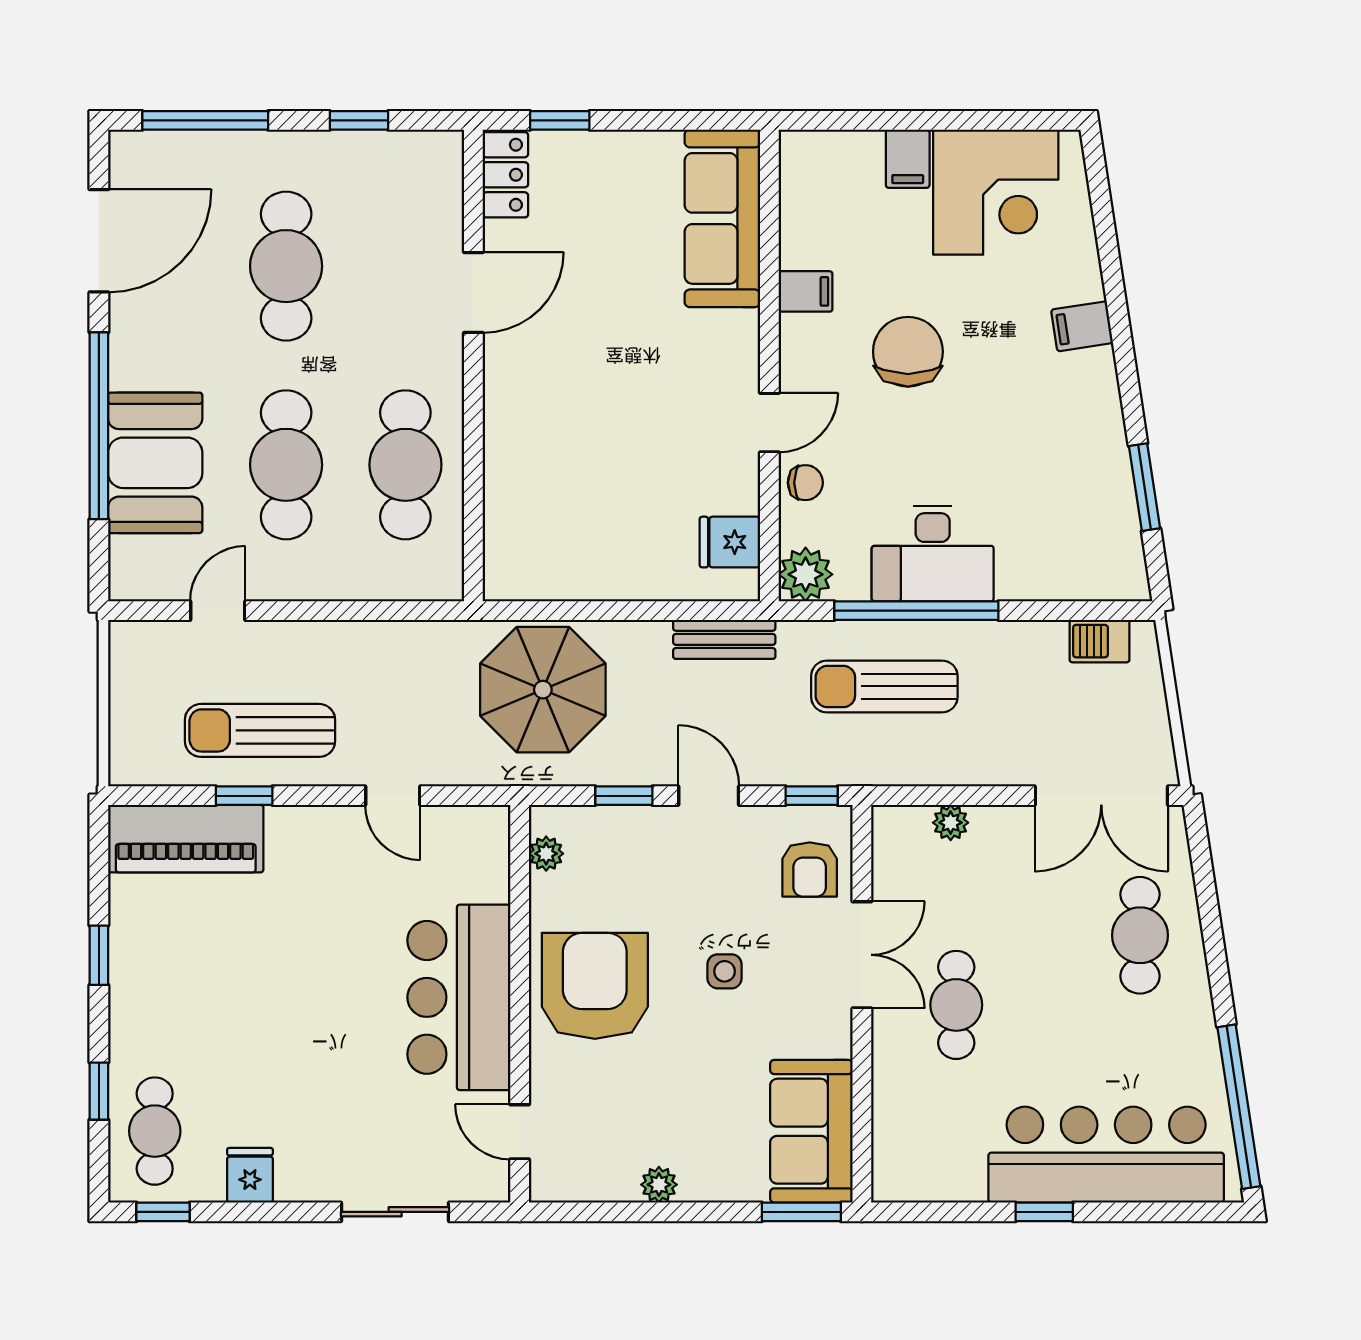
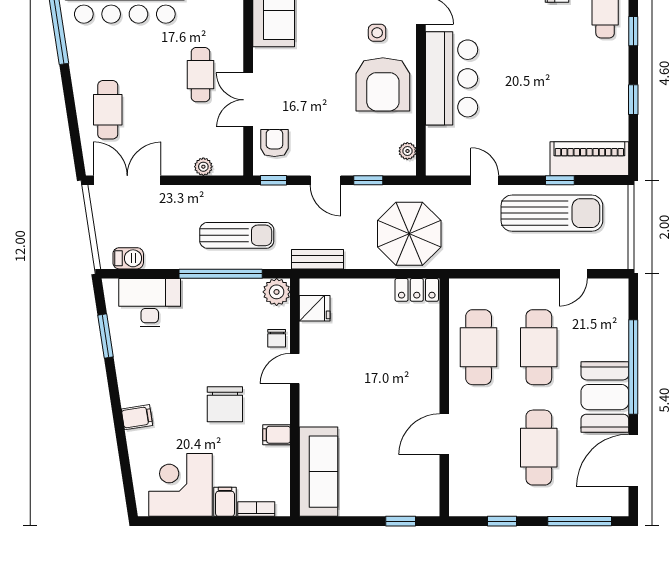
bookcase: (846, 144) -> (256, 509), added
locker: (505, 175) -> (417, 290), moved, turned -90
booth: (155, 463) -> (605, 397), moved
chair: (805, 483) -> (277, 338), turned -90
desk: (933, 553) -> (150, 303), moved
sun lounger: (260, 730) -> (552, 213), width x1.36, depth x1.34
side table: (725, 971) -> (377, 33), moved

